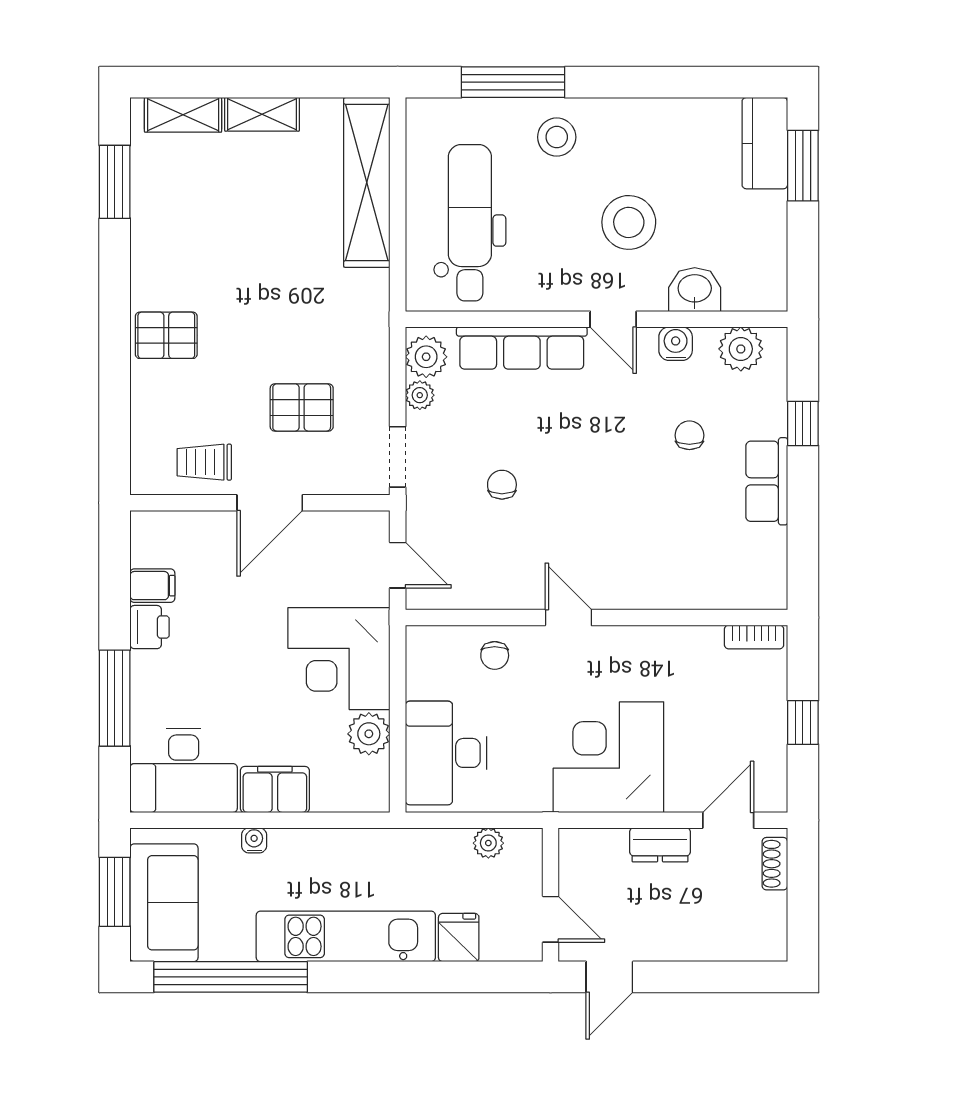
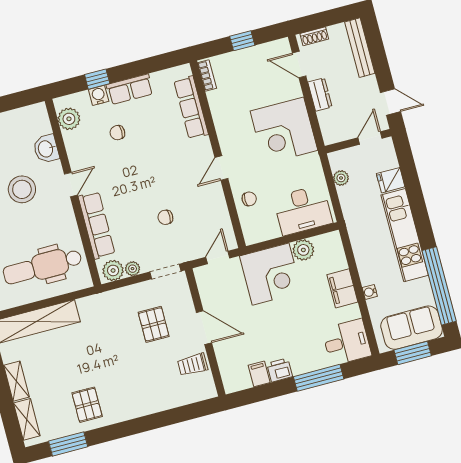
pallet: (166, 335) -> (87, 405), moved
water cooler: (676, 344) -> (99, 95), moved, turned 90
trolley: (204, 462) -> (193, 365), turned 90
row of seats: (700, 590) -> (191, 107), added
desk: (184, 770) -> (347, 342), width x0.73
bench: (730, 946) -> (360, 48), added

